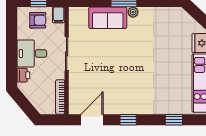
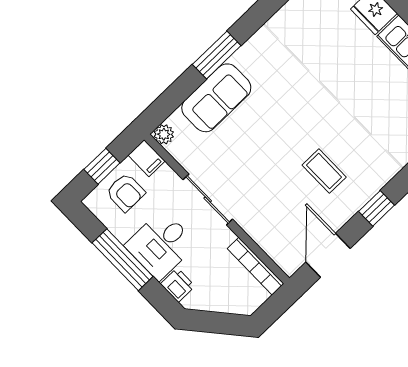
plant: (133, 12) -> (164, 134), moved
armchair: (38, 20) -> (126, 192), turned 90
window: (12, 45) -> (123, 260), added
coffee table: (122, 86) -> (324, 171), added

